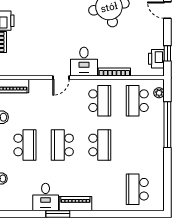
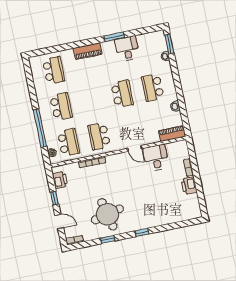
window: (167, 53) -> (54, 198), moved
desk: (84, 62) -> (156, 158), moved
door: (61, 78) -> (135, 148), swing flipped
school desk: (100, 145) -> (61, 106), moved, turned 180
piano: (75, 204) -> (88, 51), moved

